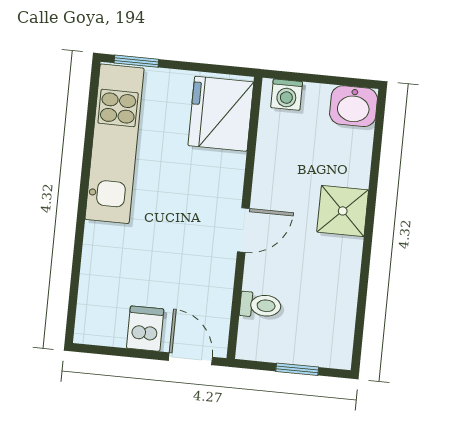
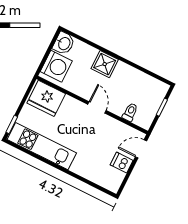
washing machine: (287, 95) -> (56, 66), width x1.89, depth x1.89

